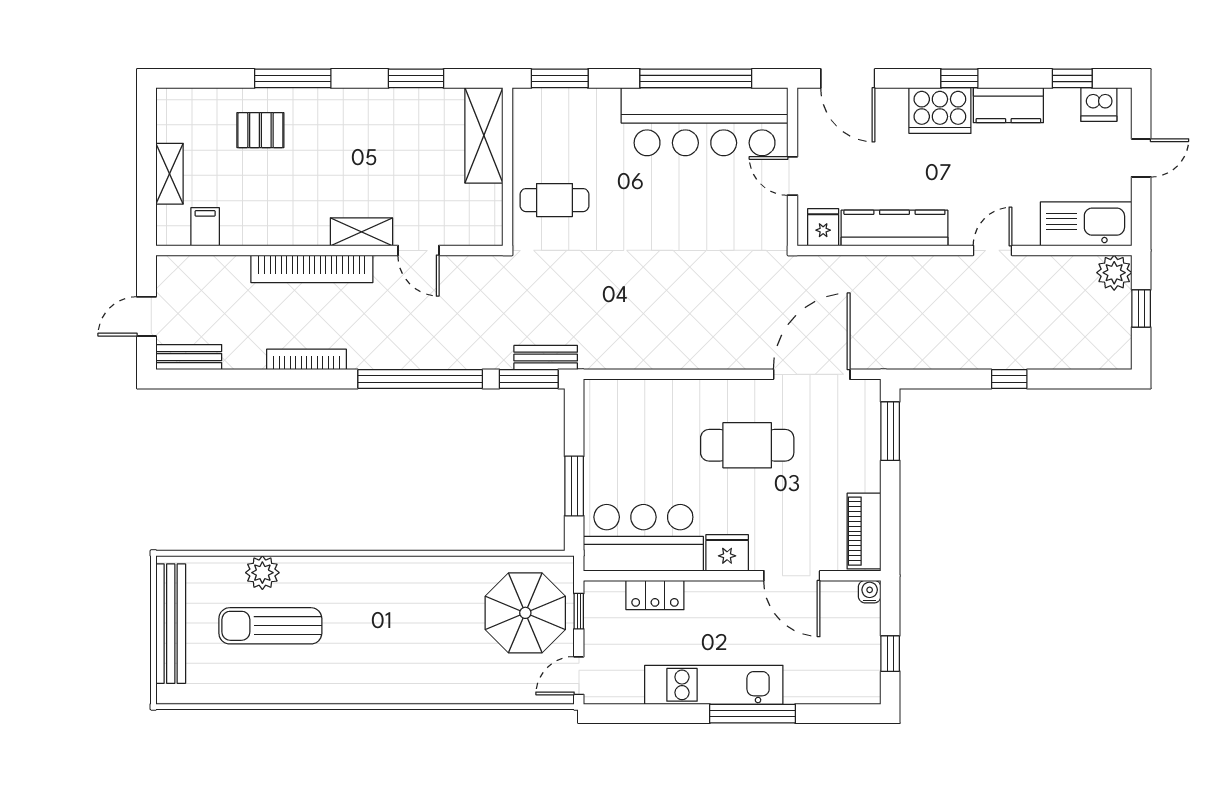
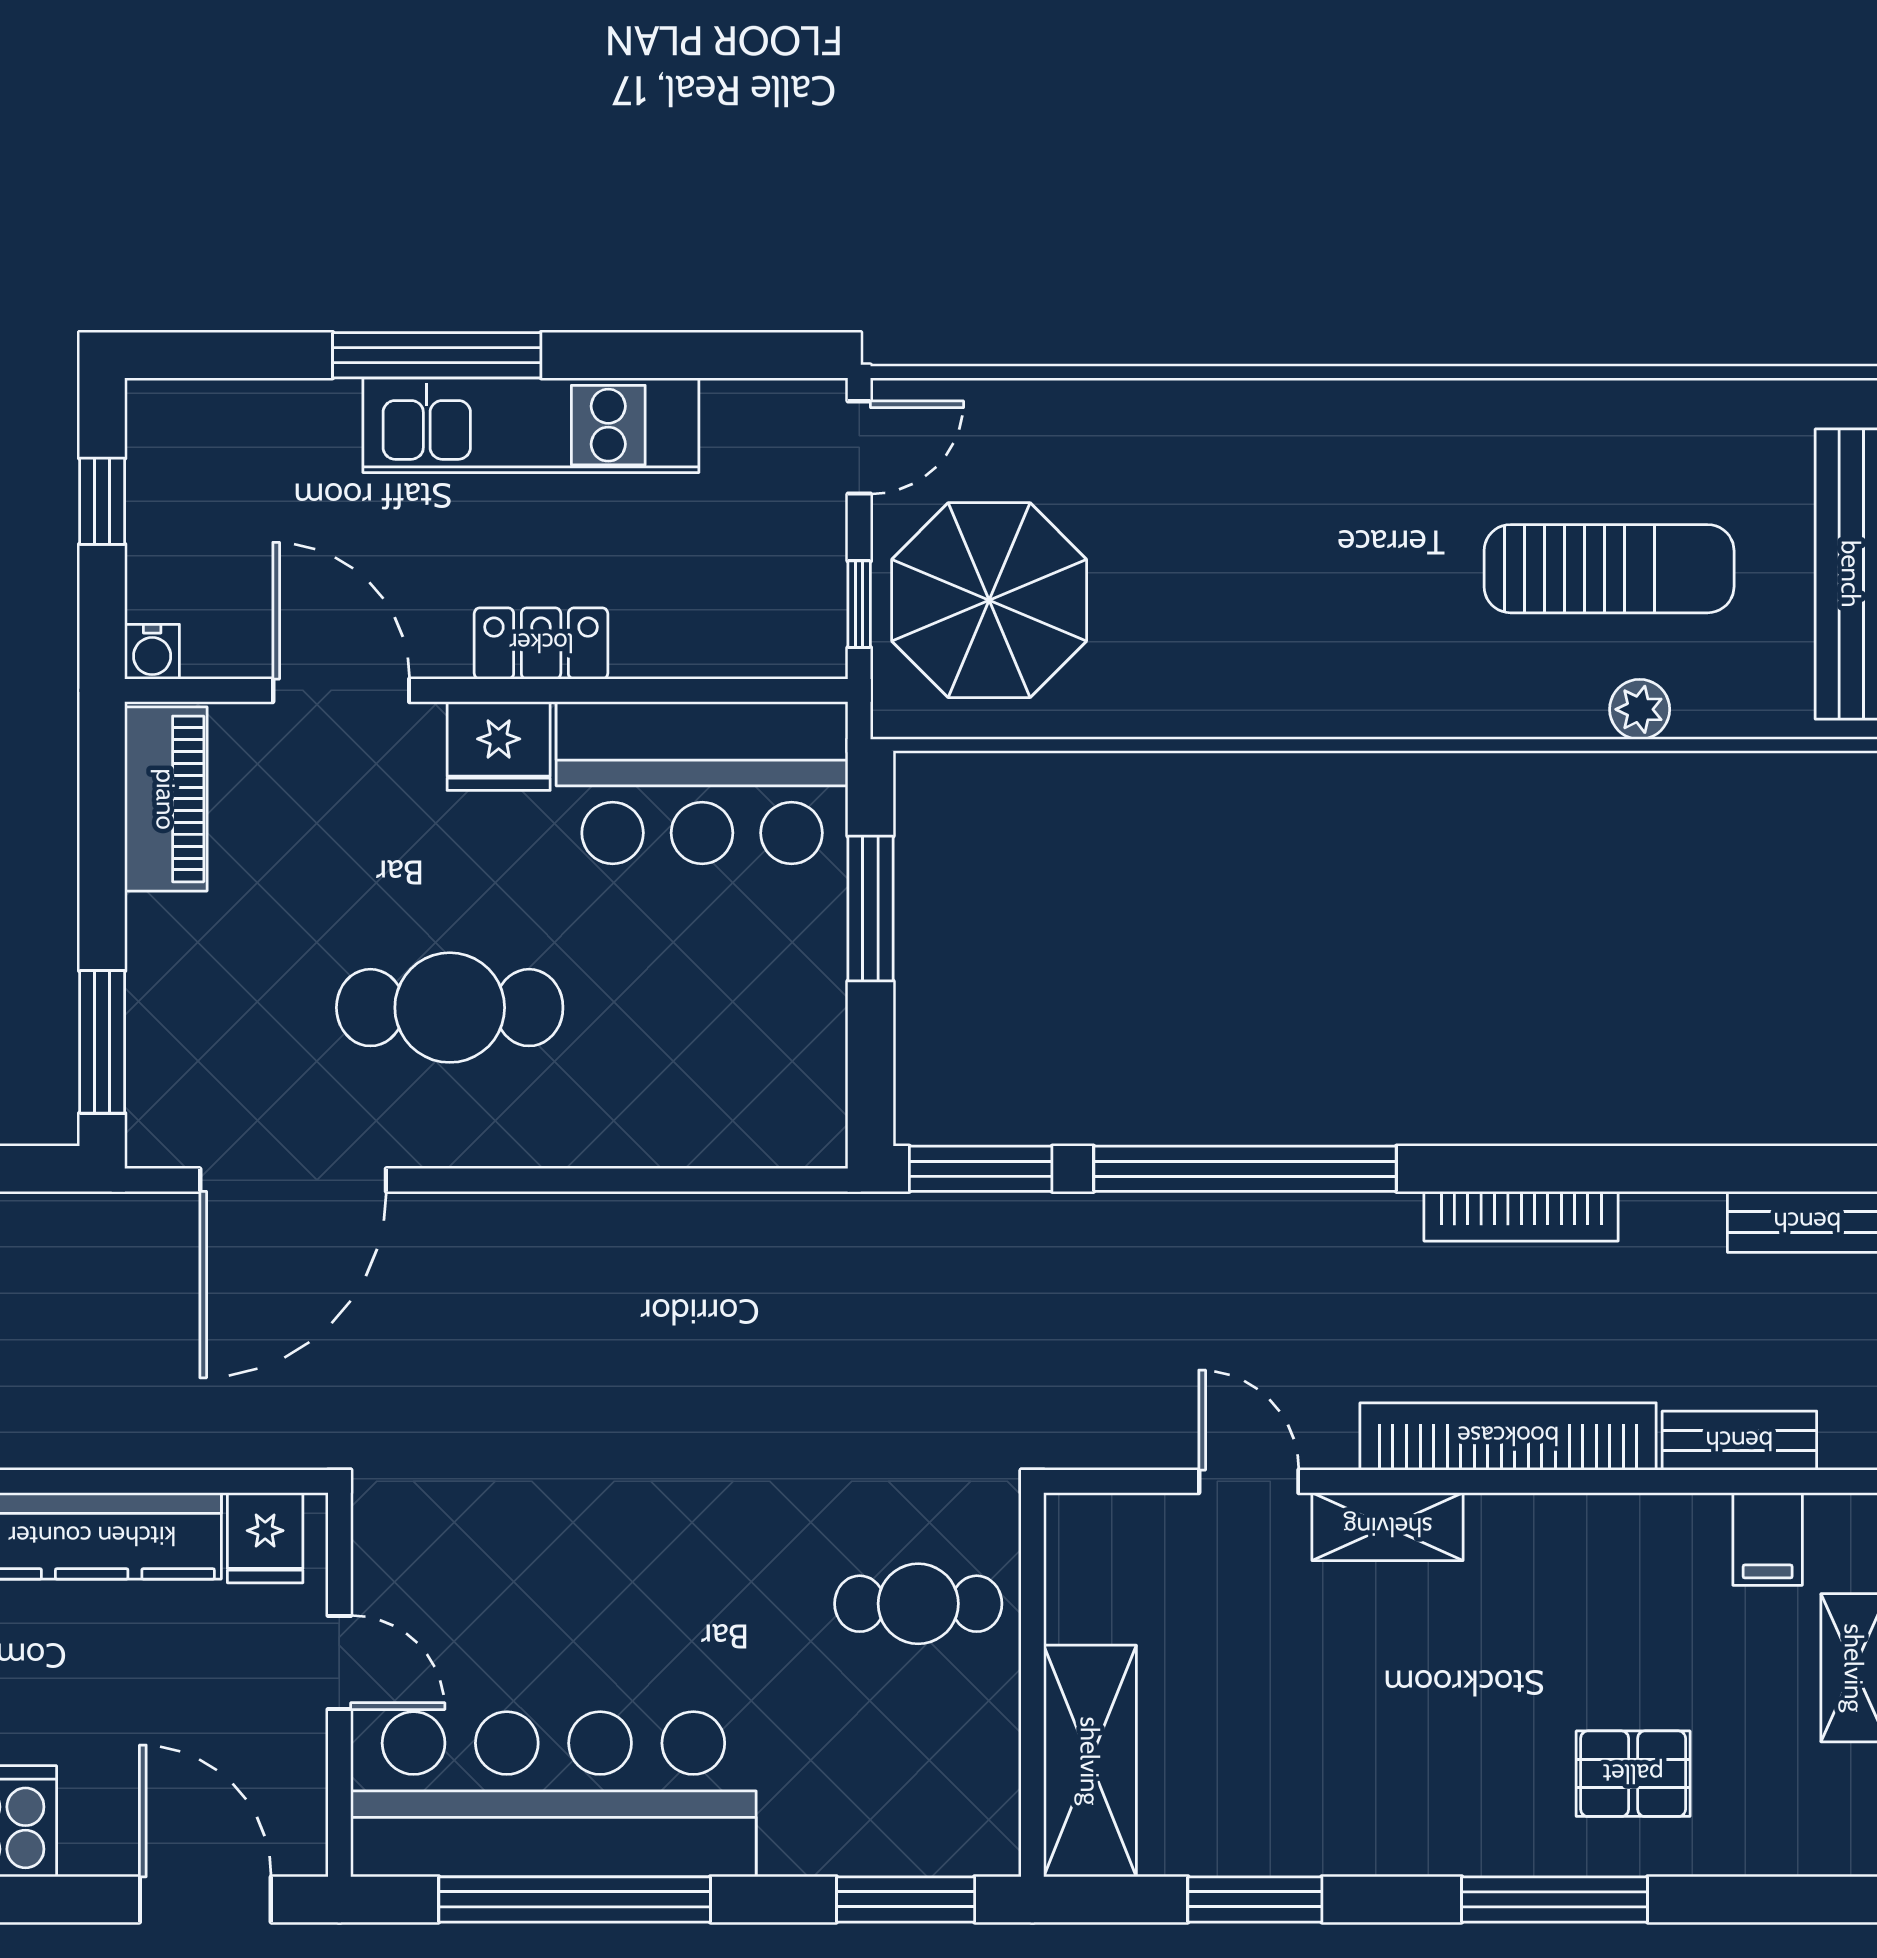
bench: (546, 358) -> (1739, 1441), moved
plant: (262, 573) -> (1640, 709), width x0.73, depth x0.73
locker: (655, 595) -> (541, 643), moved

